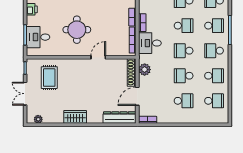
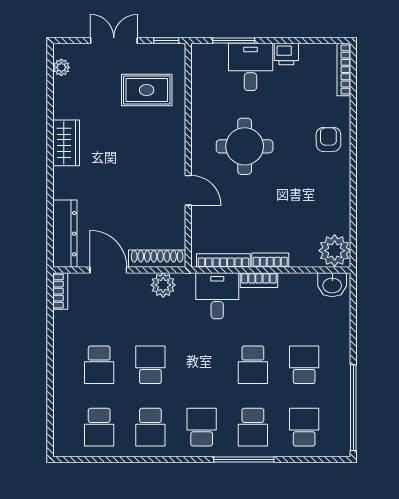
desk: (38, 37) -> (251, 67), moved
school desk: (184, 51) -> (202, 365), removed

